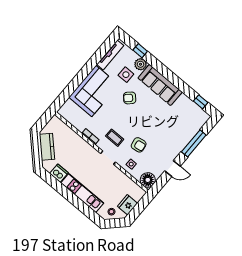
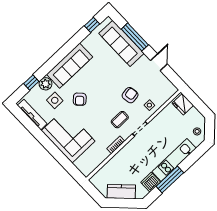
sofa: (186, 131) -> (121, 43), added
floor lamp: (148, 180) -> (168, 90), removed
window: (63, 191) -> (170, 180), added
fridge: (128, 205) -> (183, 104), moved

